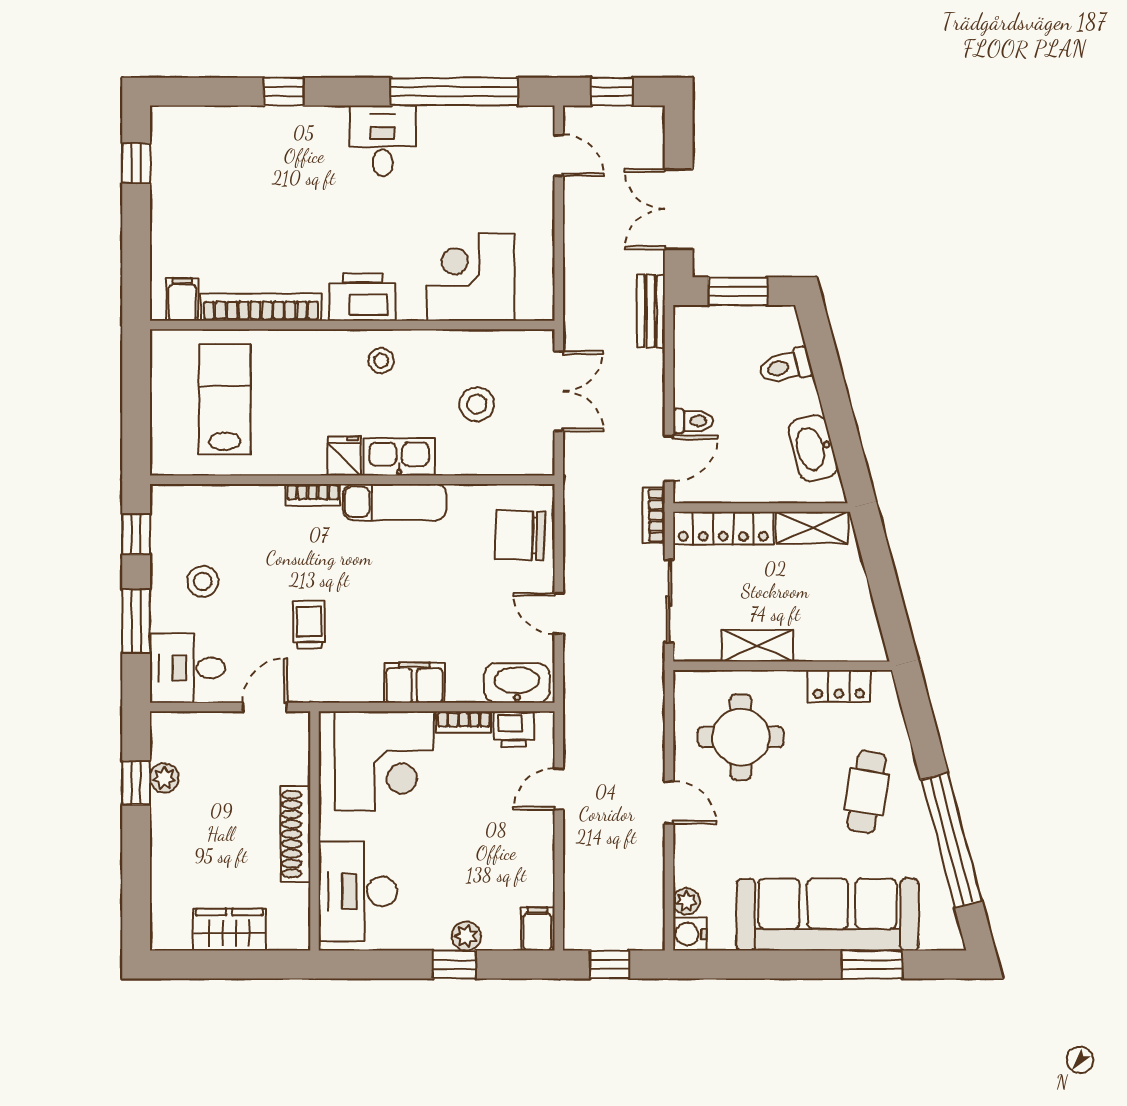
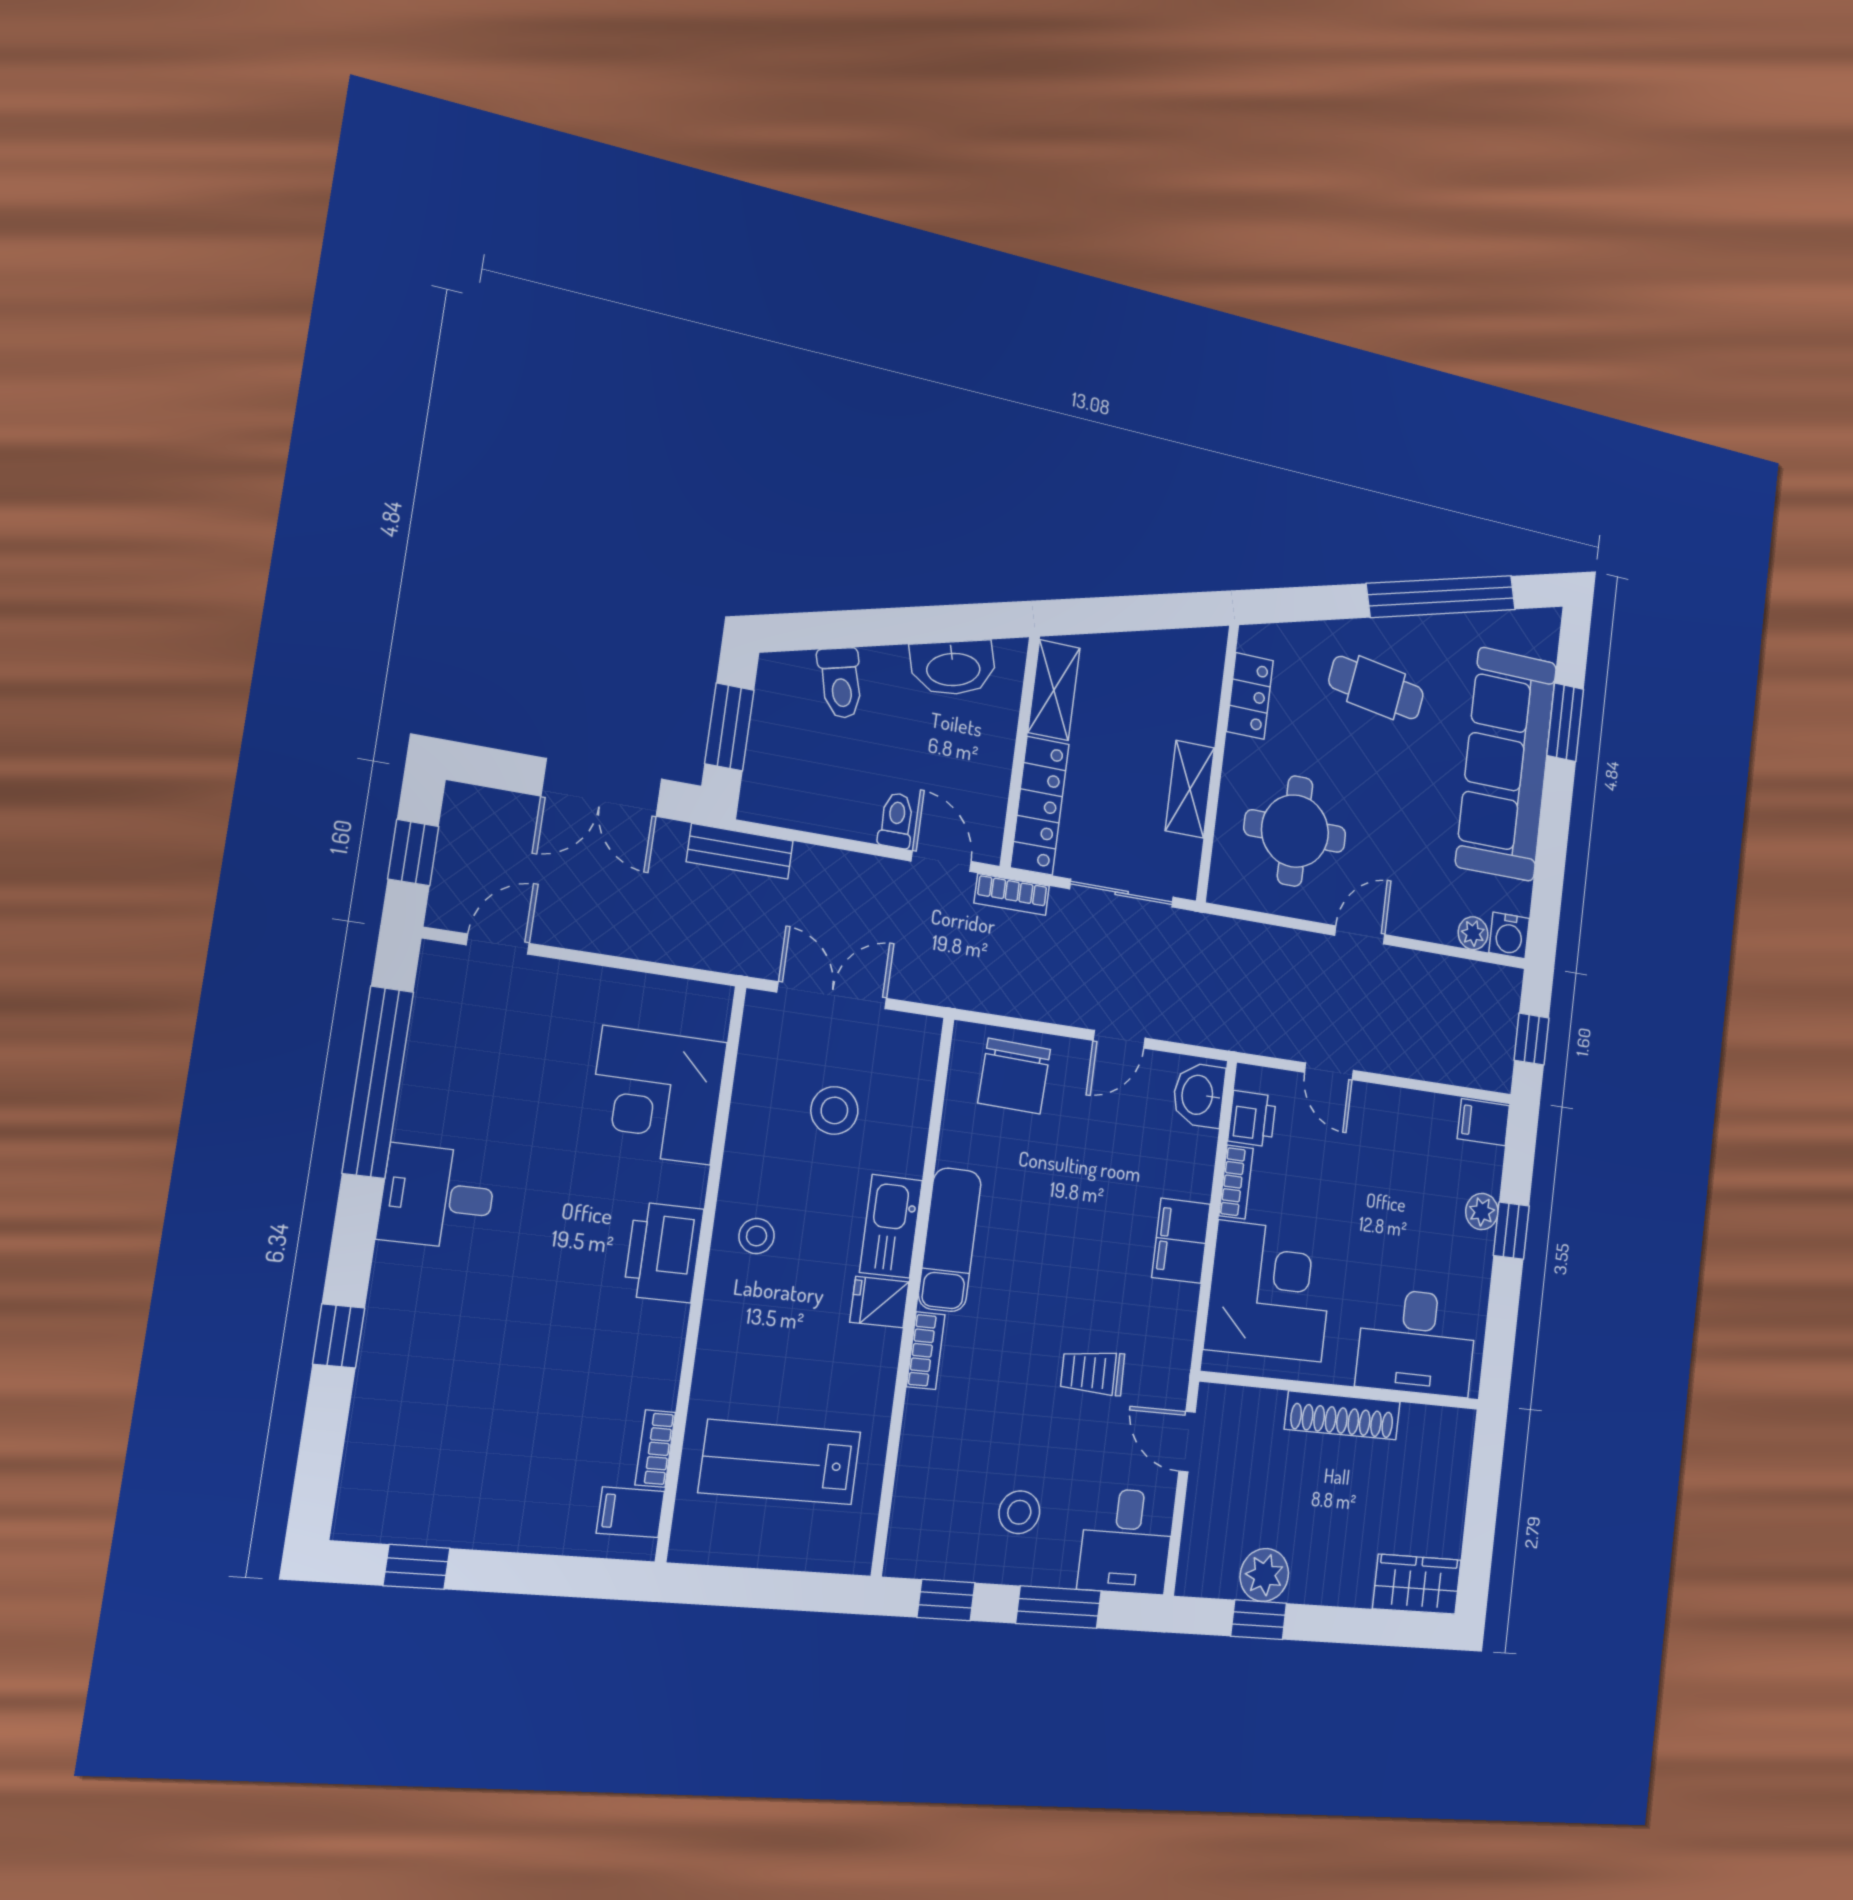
bookcase: (261, 307) -> (655, 1449), width x0.43, depth x0.76
washbasin: (517, 683) -> (1199, 1095), width x0.72
plant: (164, 778) -> (1264, 1575), width x1.38, depth x1.38
wardrobe: (229, 930) -> (1417, 1584), moved, turned 90

